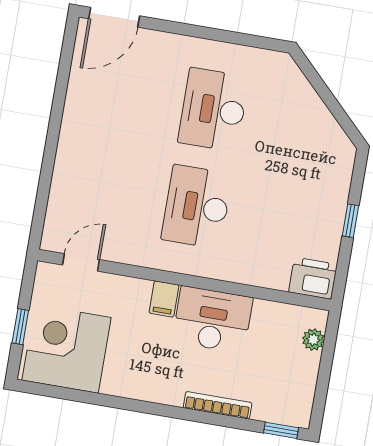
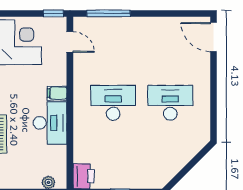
window: (44, 189) -> (109, 14), added
window: (20, 327) -> (53, 14), moved

